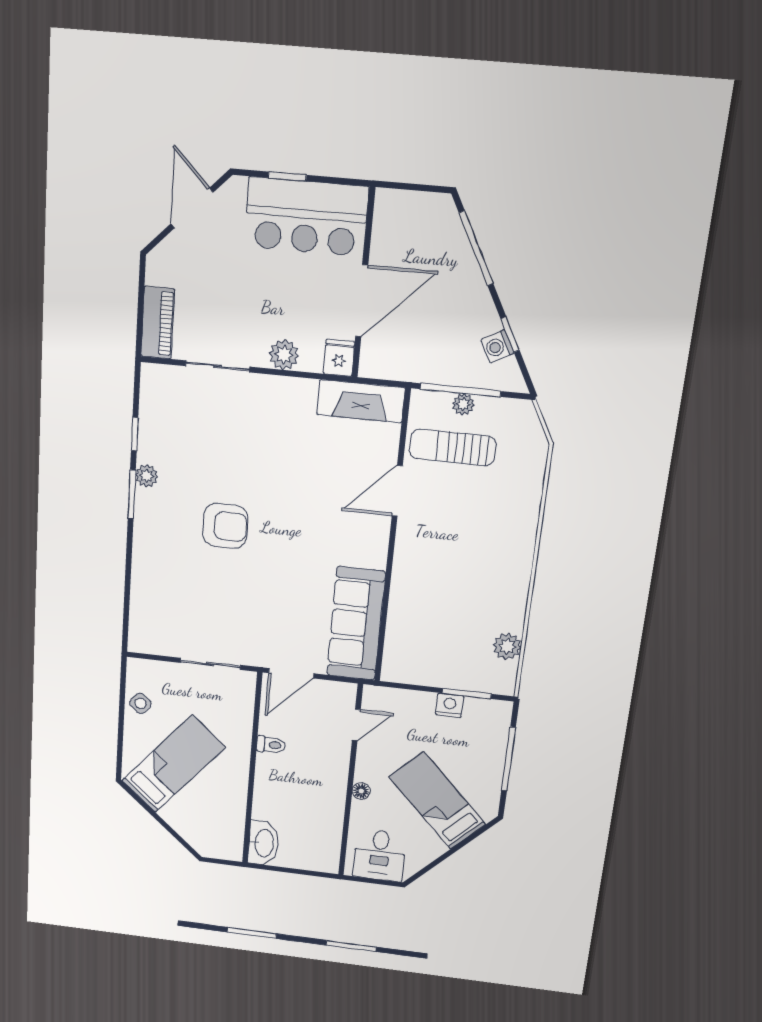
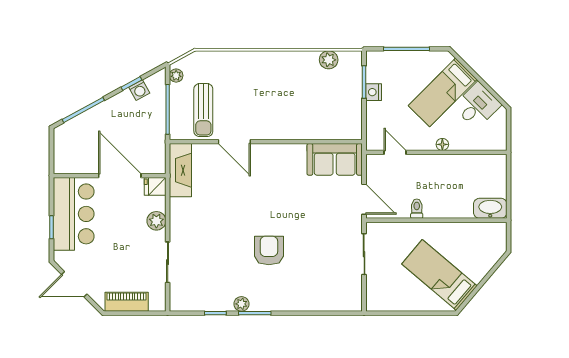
piano: (158, 323) -> (127, 302), moved
plant: (463, 404) -> (176, 76), moved
sofa: (356, 624) -> (335, 159), width x0.73
side table: (141, 703) -> (398, 300), removed
desk: (379, 855) -> (477, 106), moved, turned -45

